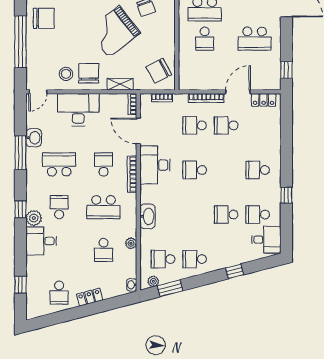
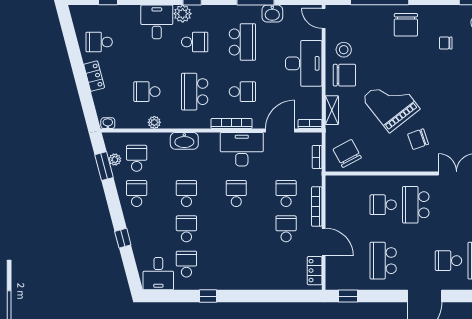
school desk: (258, 170) -> (186, 194), moved
plant: (153, 281) -> (115, 160), moved

